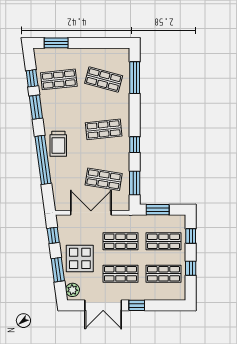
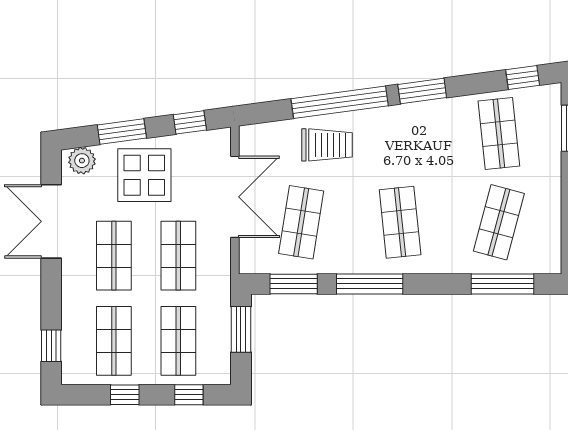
window: (32, 78) -> (523, 78), moved
window: (36, 107) -> (422, 91), moved
trolley: (58, 144) -> (327, 145), moved, turned 180
window: (135, 145) -> (370, 284), width x2.17
window: (137, 305) -> (51, 346), moved

